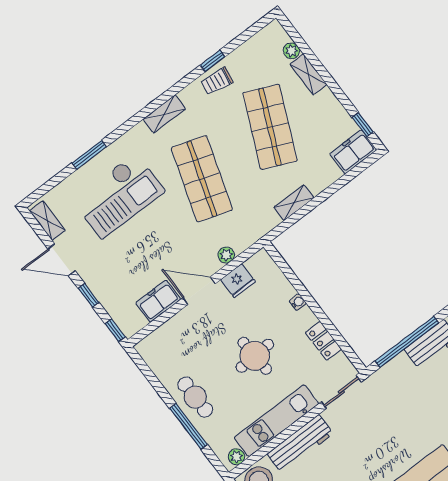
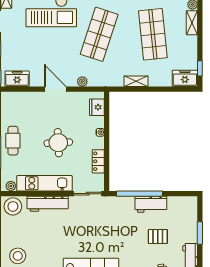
shop shelf: (270, 127) -> (153, 34), turned -30
fridge: (238, 281) -> (97, 107), moved, turned 90
freezer: (158, 301) -> (17, 79), moved

